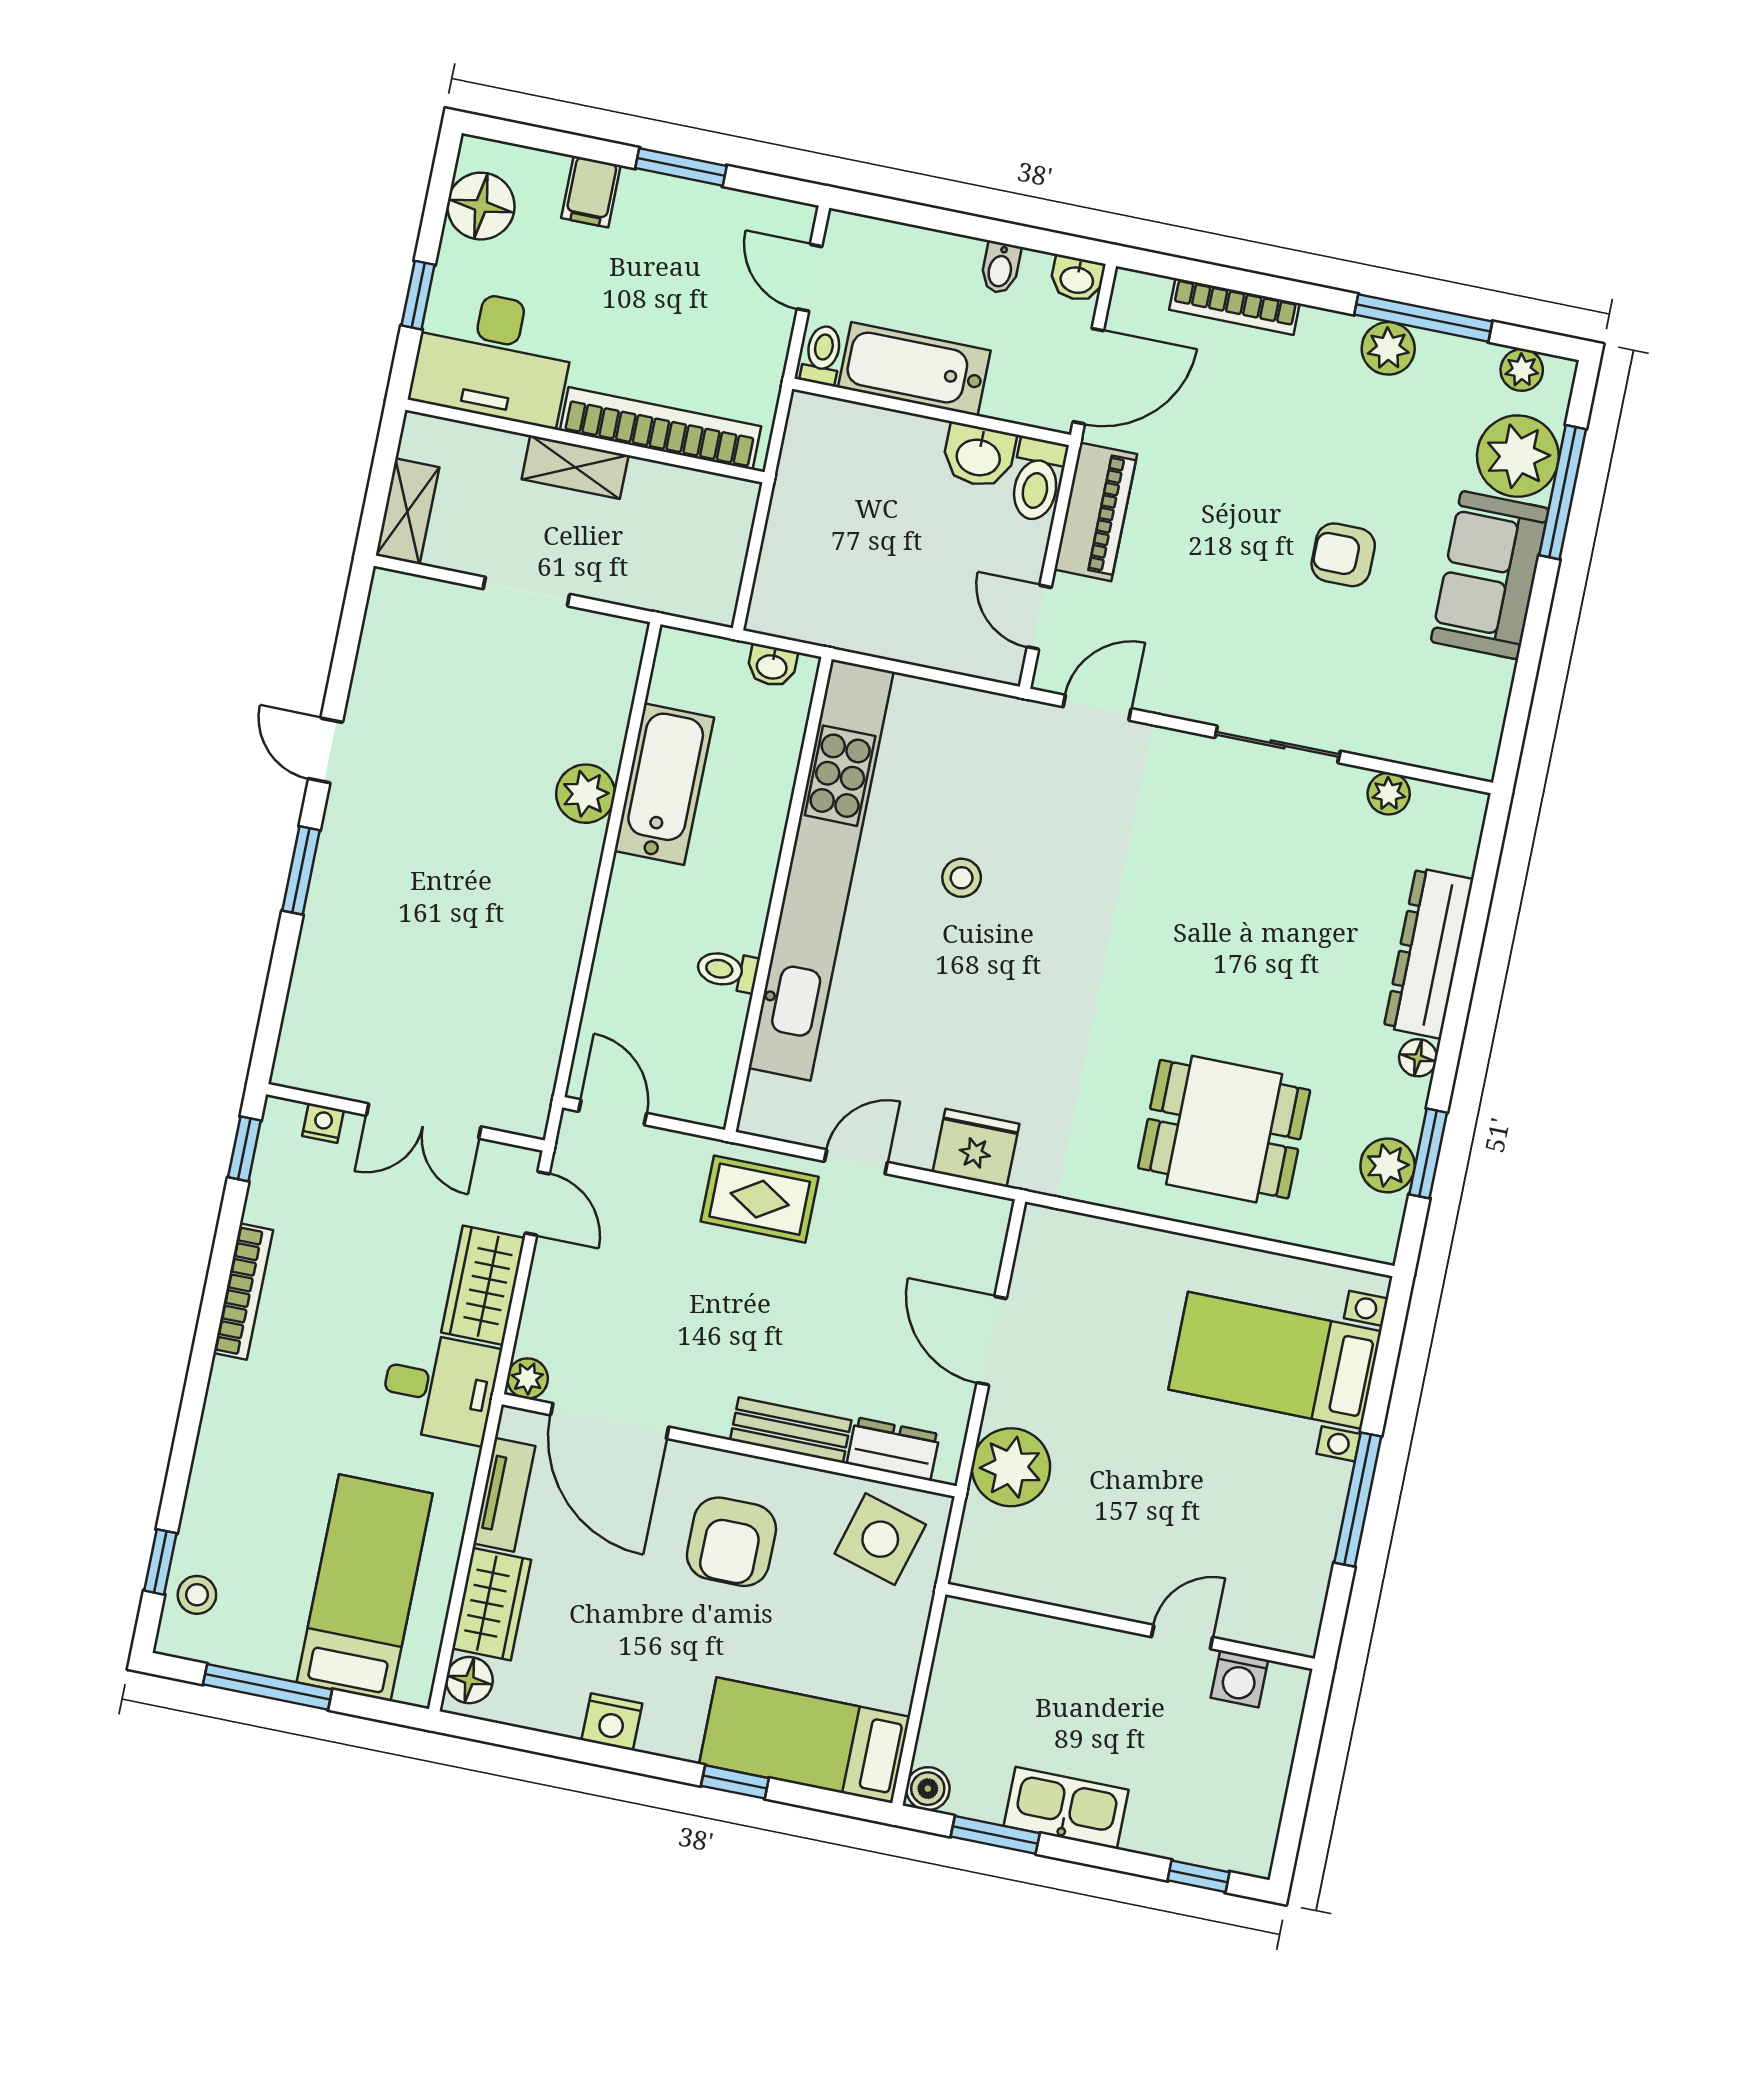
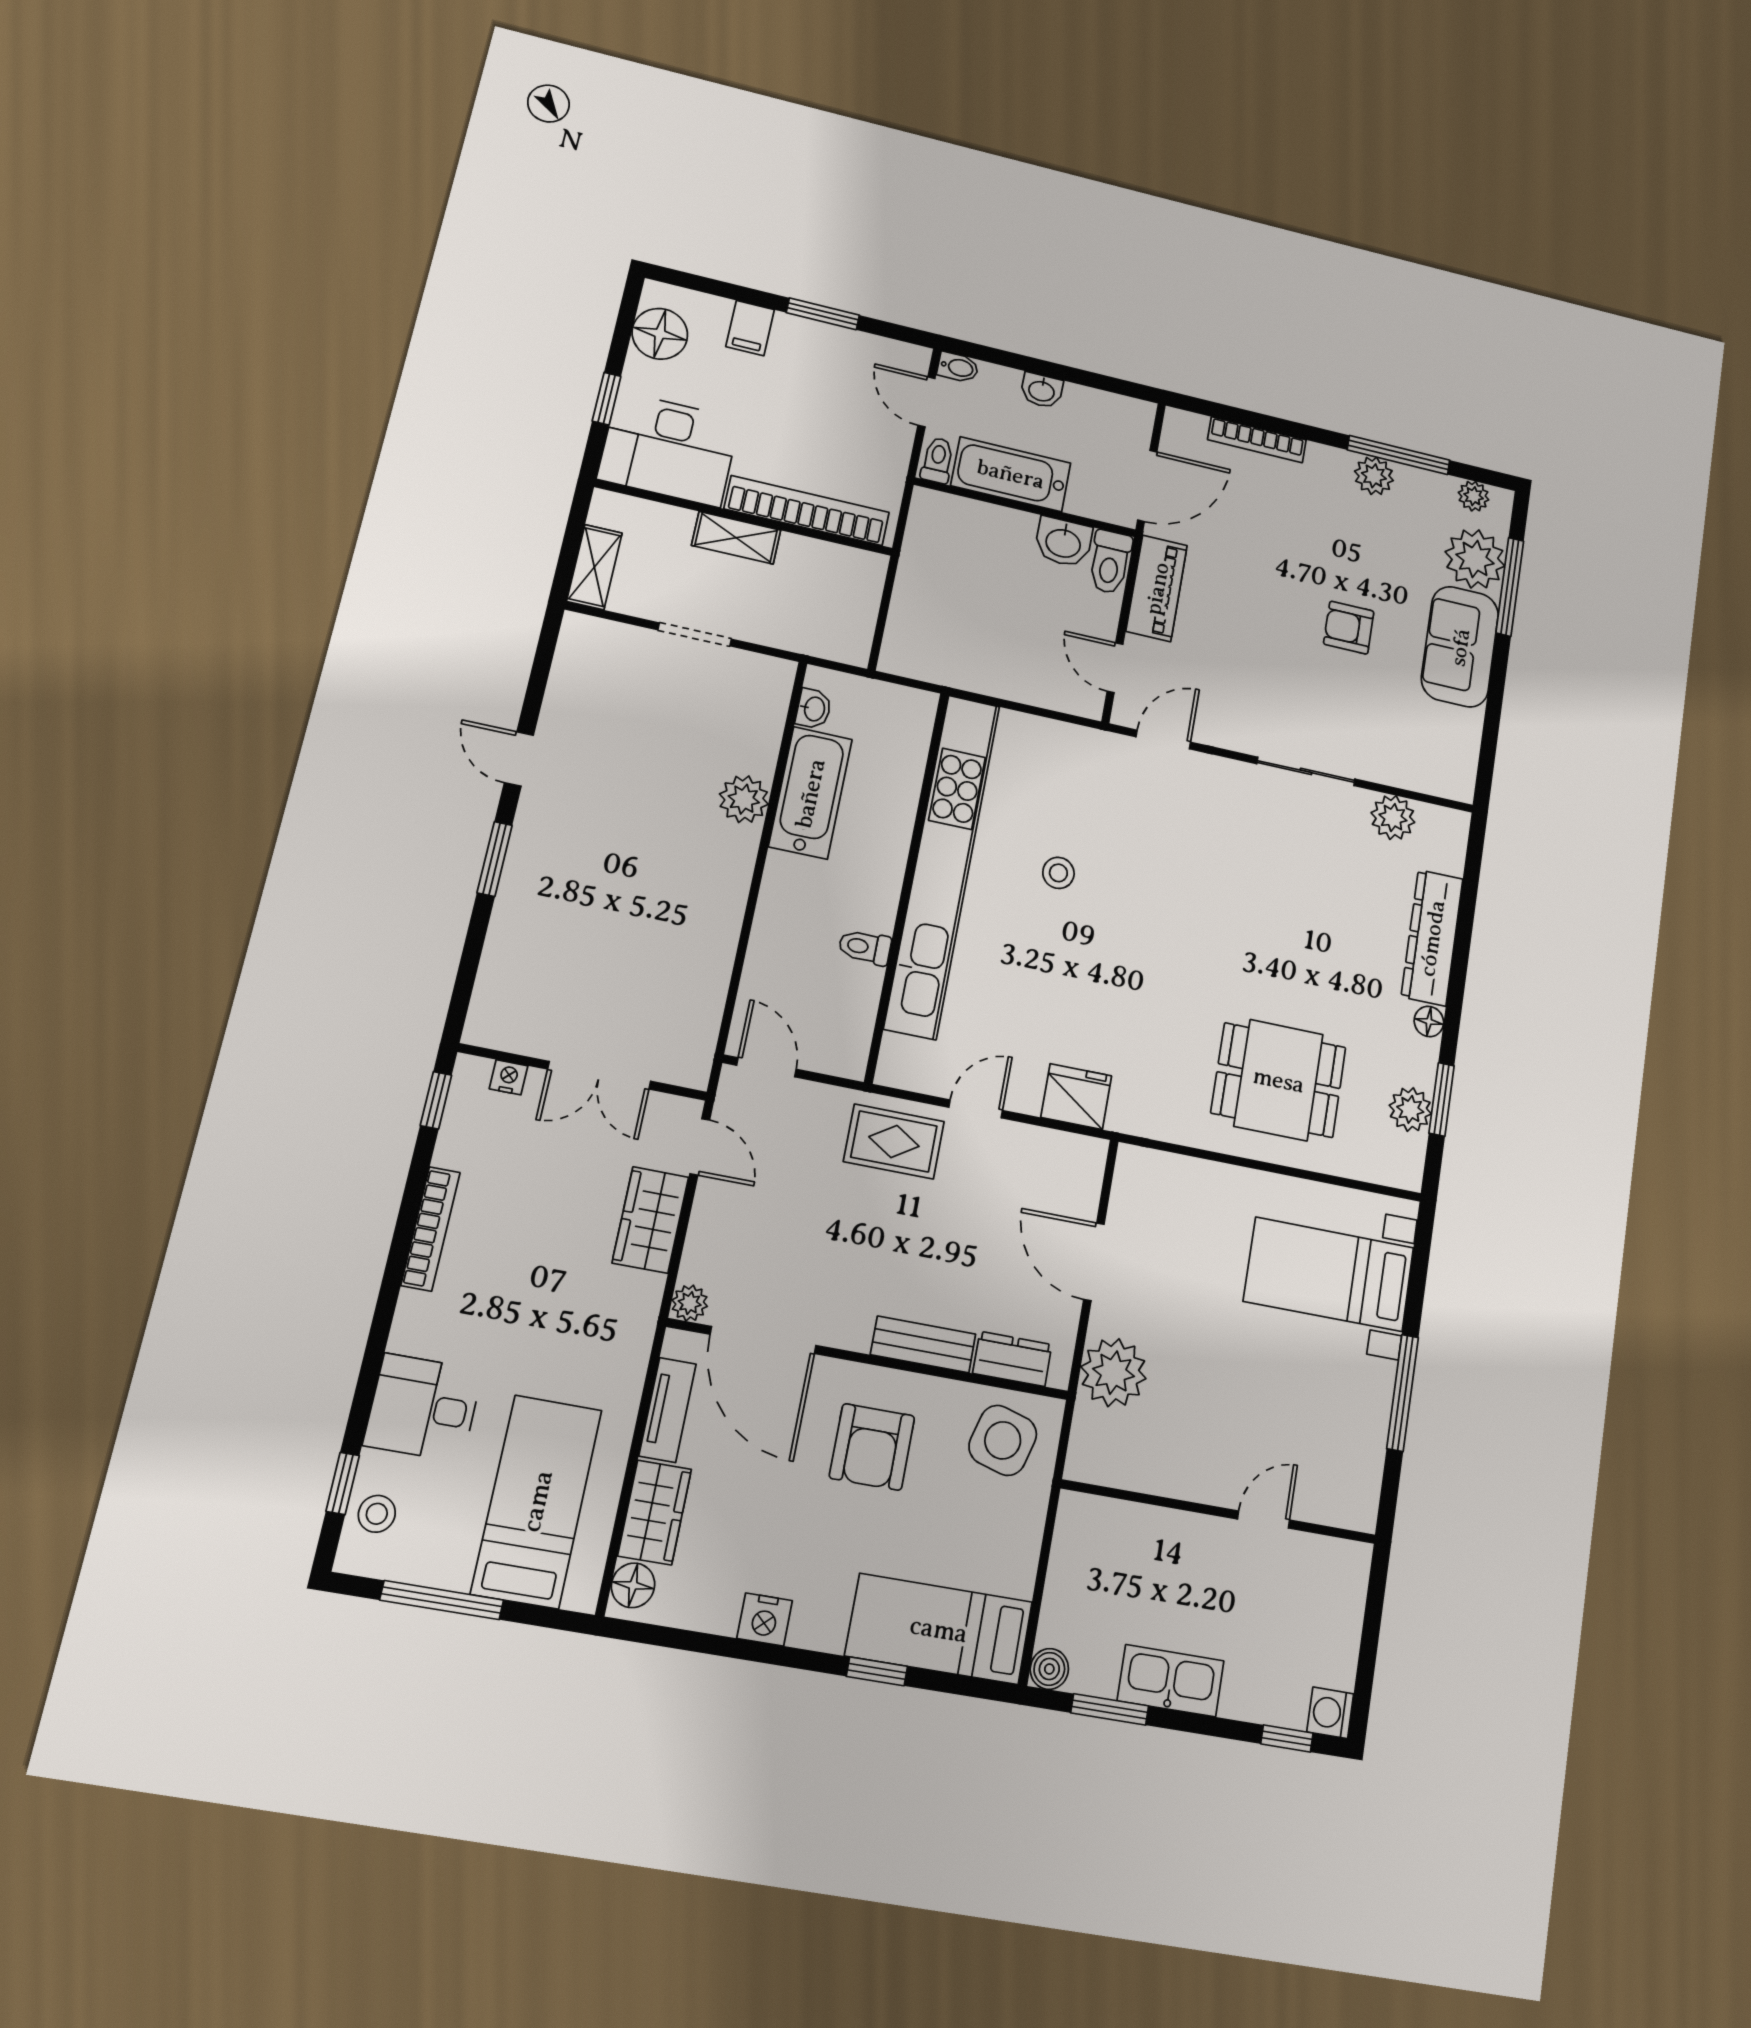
bidet: (1000, 268) -> (958, 367), moved, turned -90
washbasin: (1077, 279) -> (1042, 390), moved
washbasin: (772, 666) -> (814, 709), moved, turned -90
plant: (1389, 794) -> (1393, 818), width x1.38, depth x1.38
desk: (440, 1387) -> (423, 1408), moved, turned 180
washing machine: (1239, 1679) -> (1330, 1713), moved, turned 90

